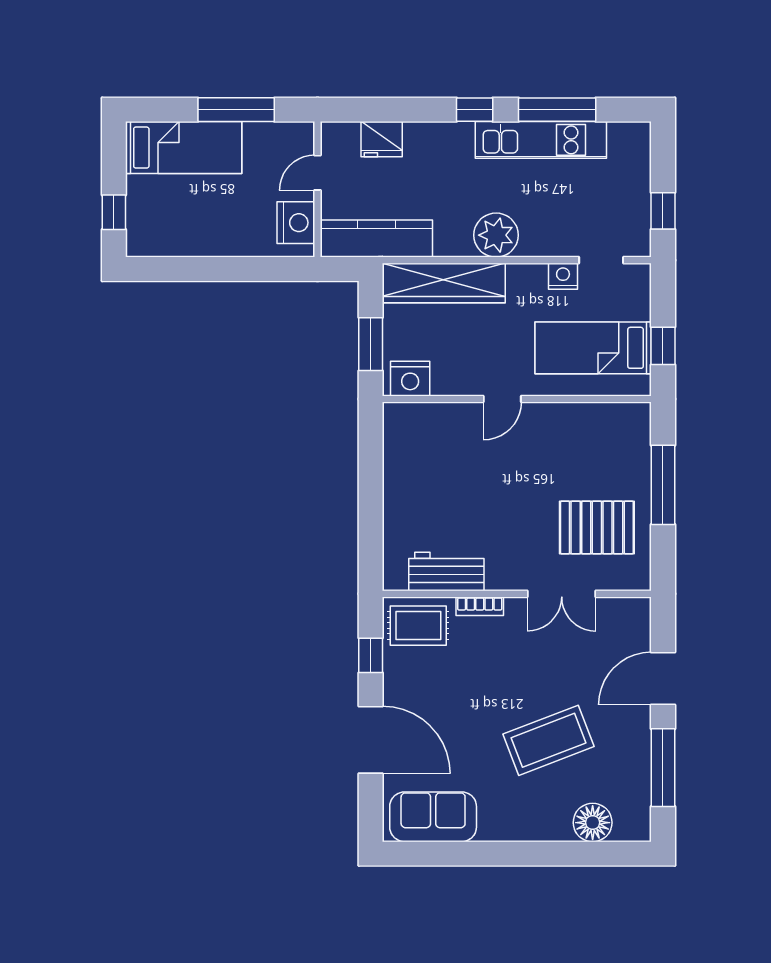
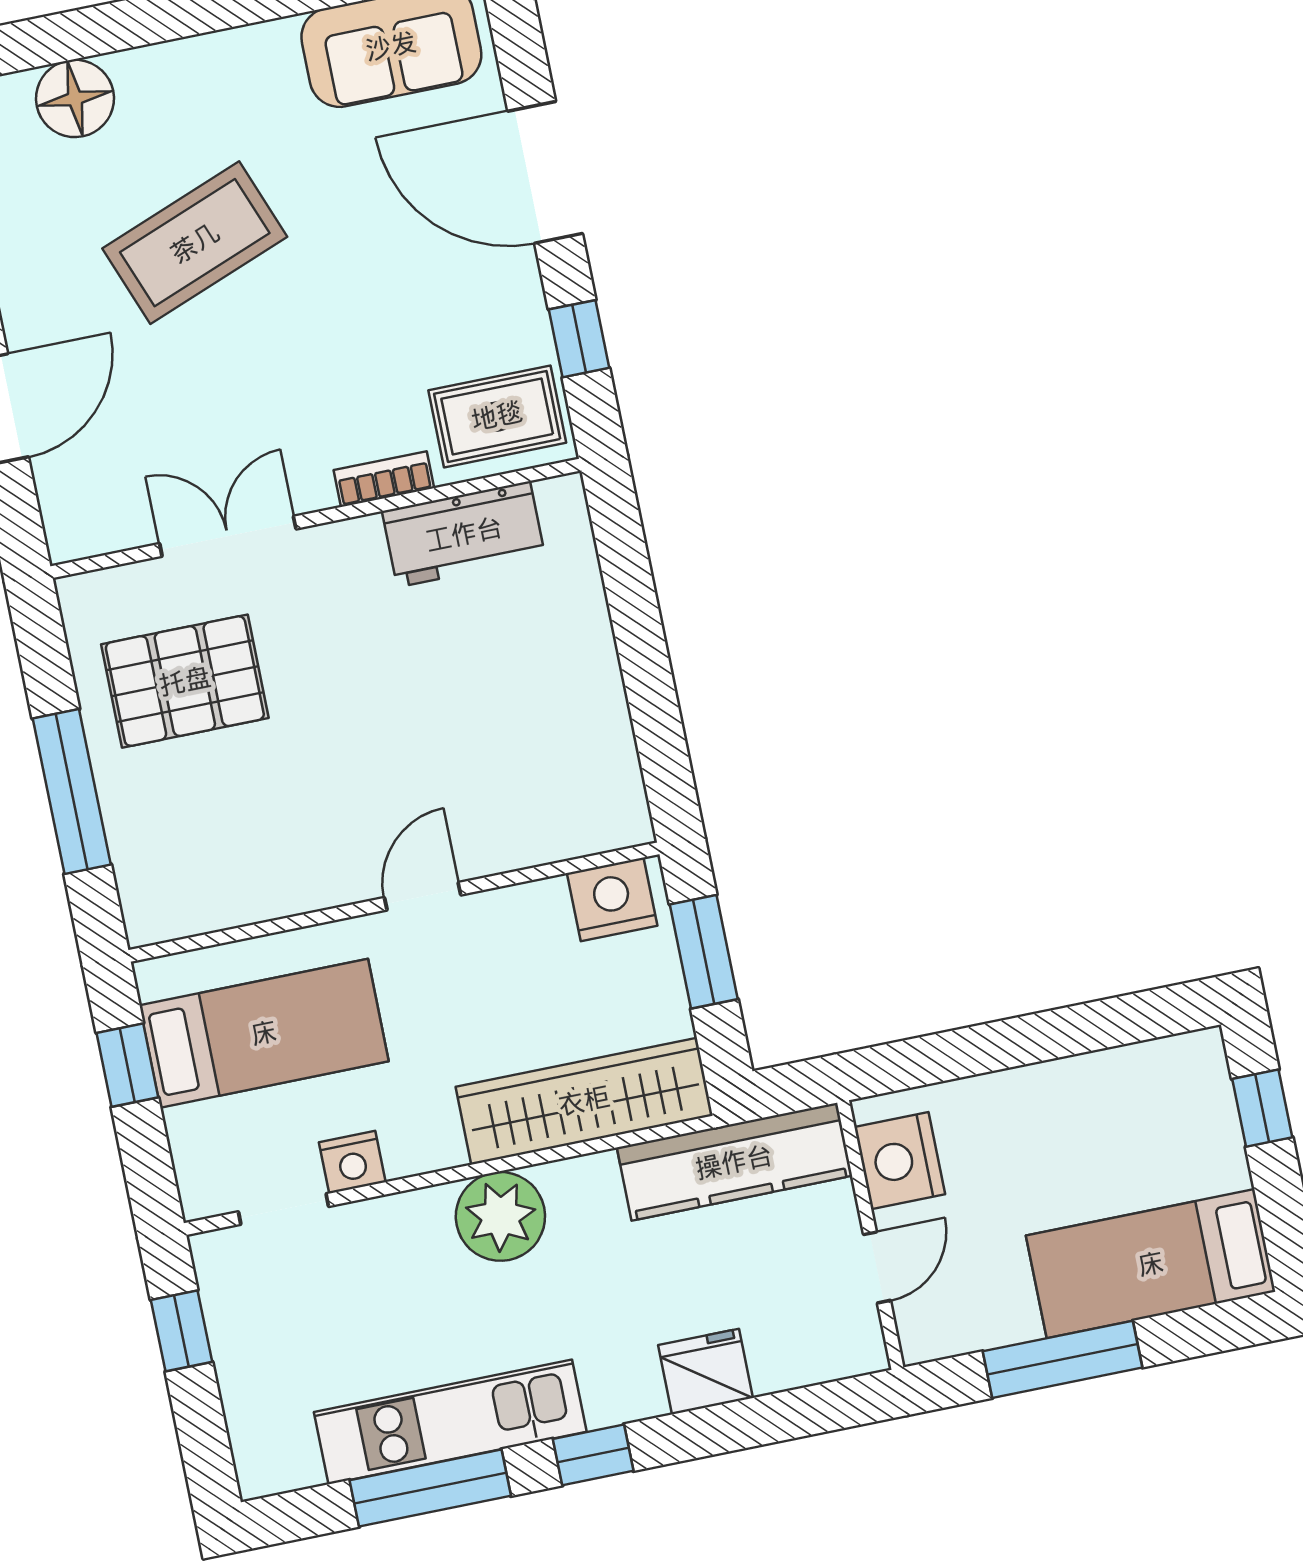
fridge: (382, 139) -> (705, 1372), moved

